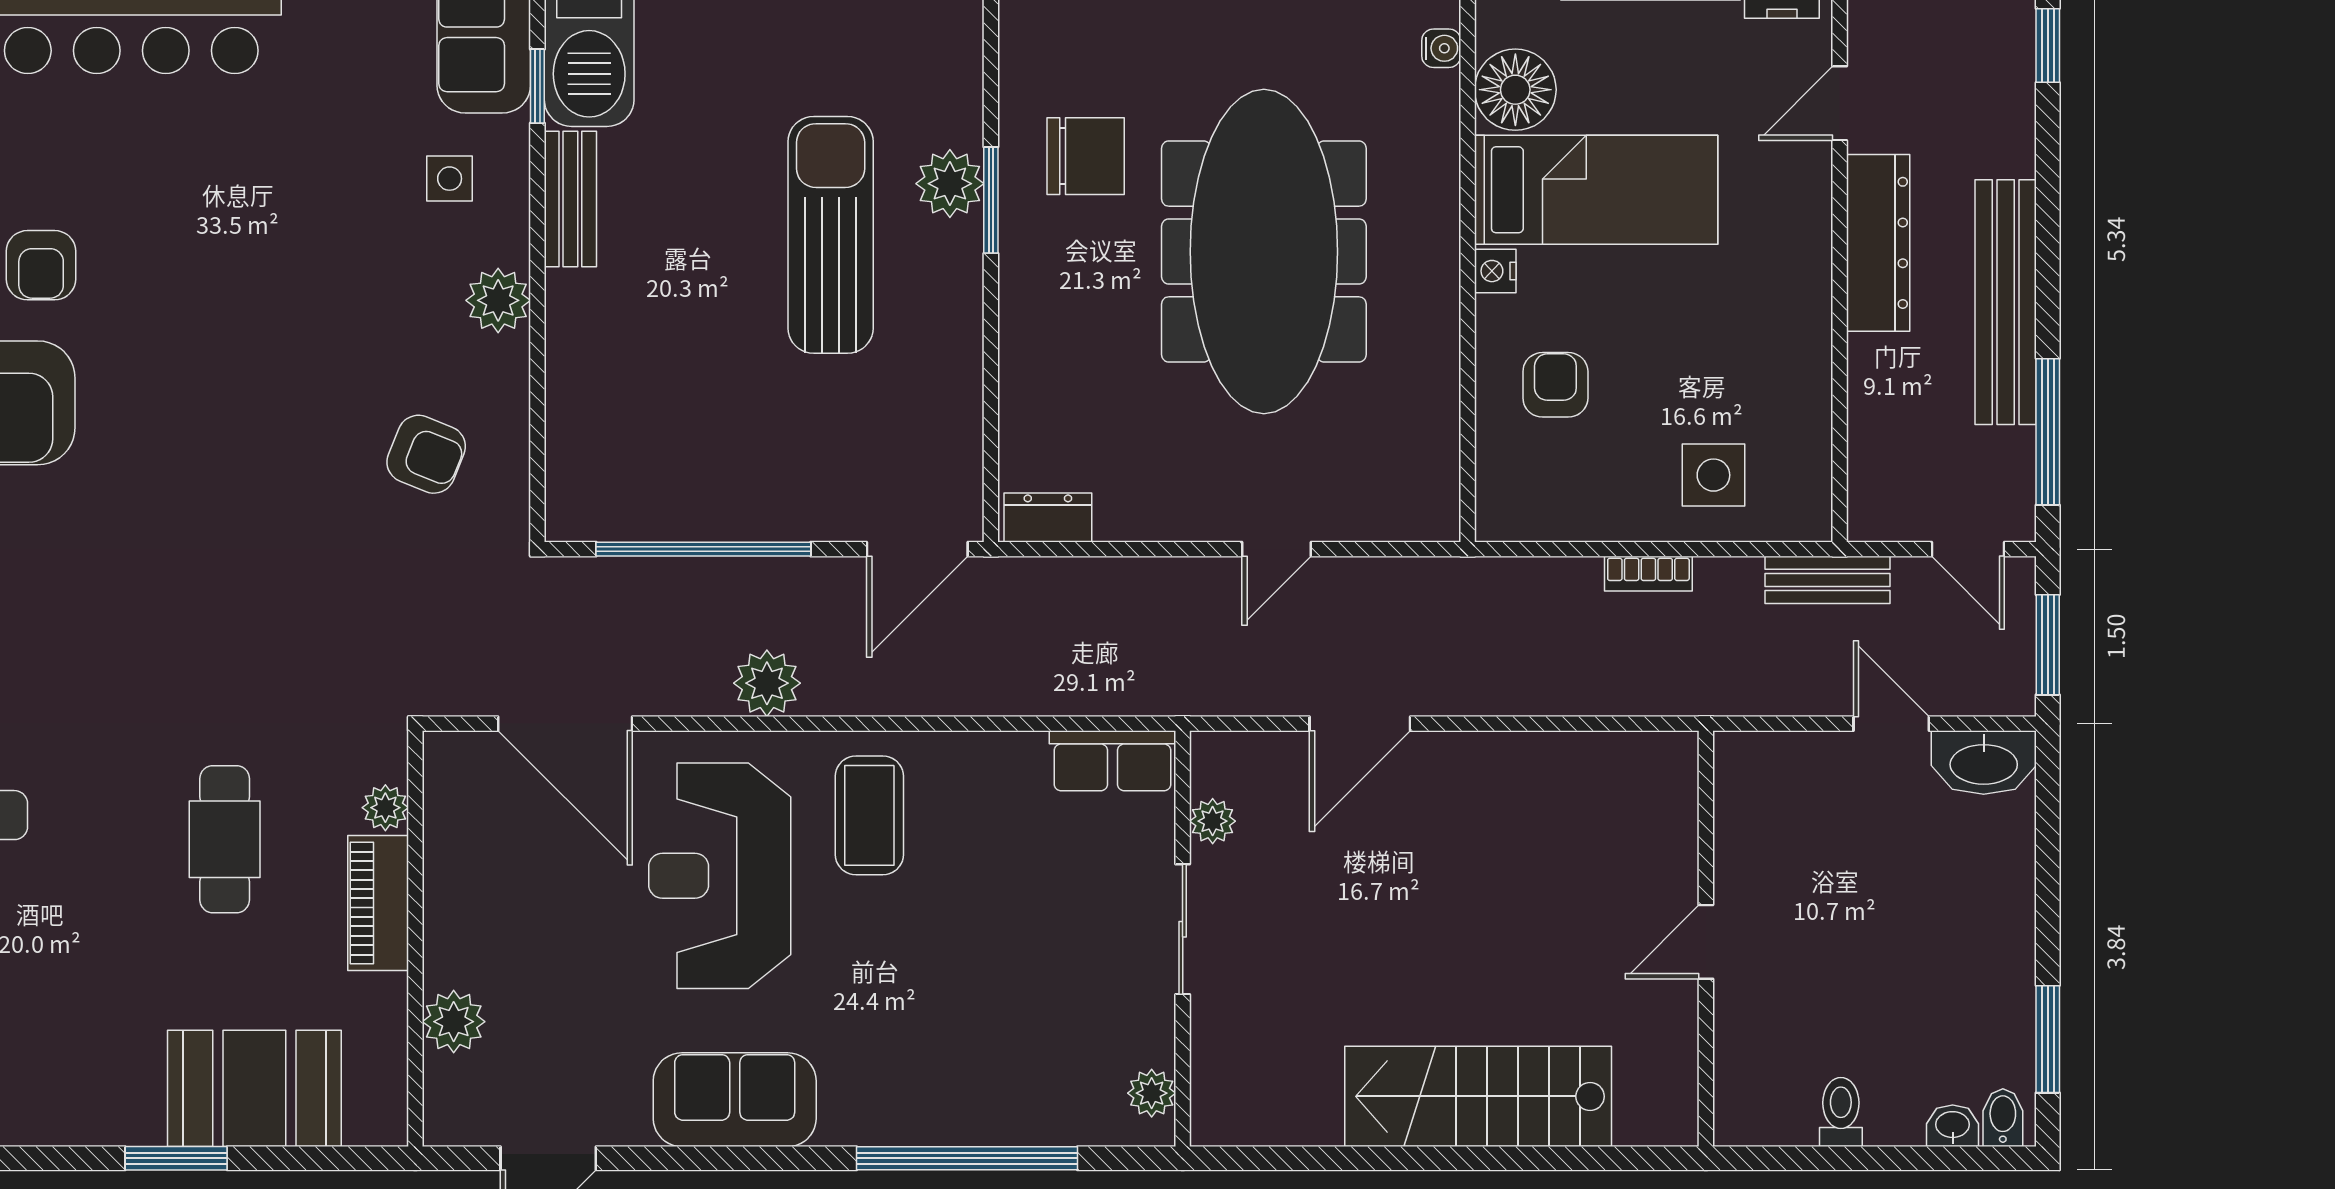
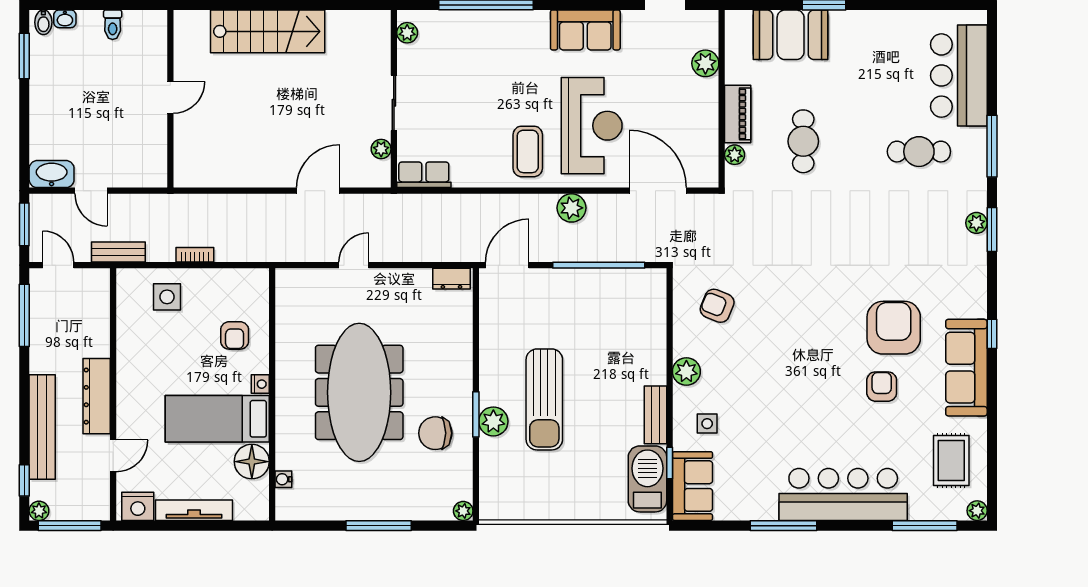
bench: (2006, 302) -> (42, 427), moved

